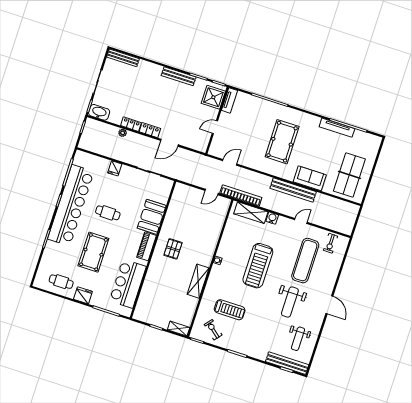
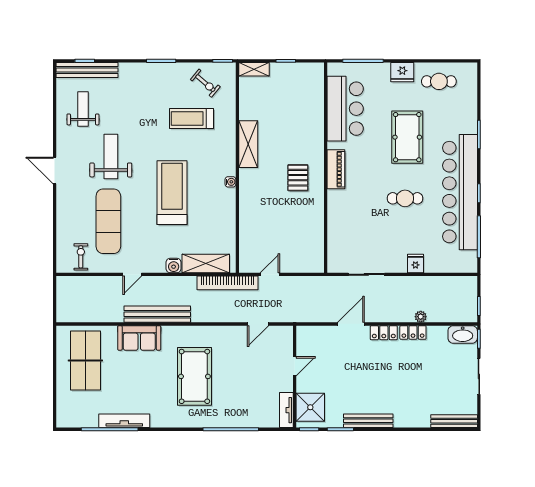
booth: (152, 217) -> (342, 213), removed

